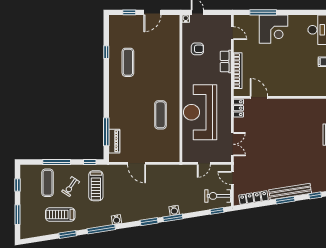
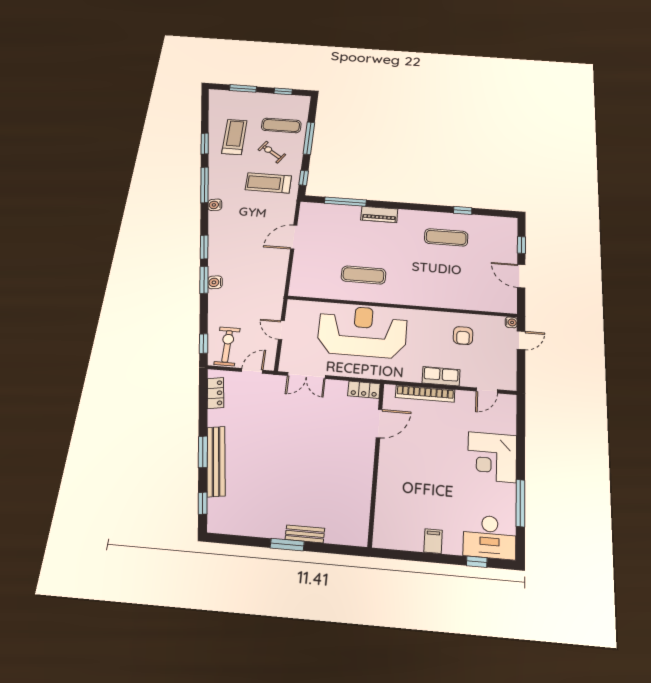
window: (263, 12) -> (520, 503), moved
piano: (114, 141) -> (379, 214), moved
locker: (254, 198) -> (216, 393), width x0.66

